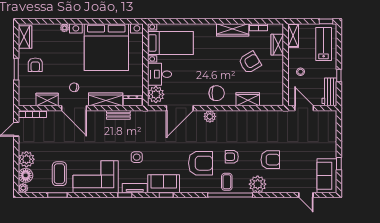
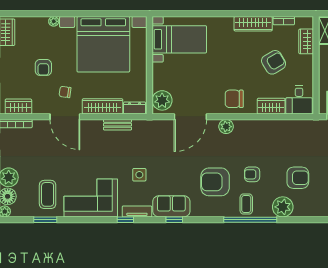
armchair: (35, 65) -> (43, 67), moved
desk: (160, 74) -> (299, 100), moved, turned -90
chair: (217, 93) -> (234, 99), turned 180
wardrobe: (47, 100) -> (18, 107), moved
armchair: (201, 163) -> (215, 182), turned 180

